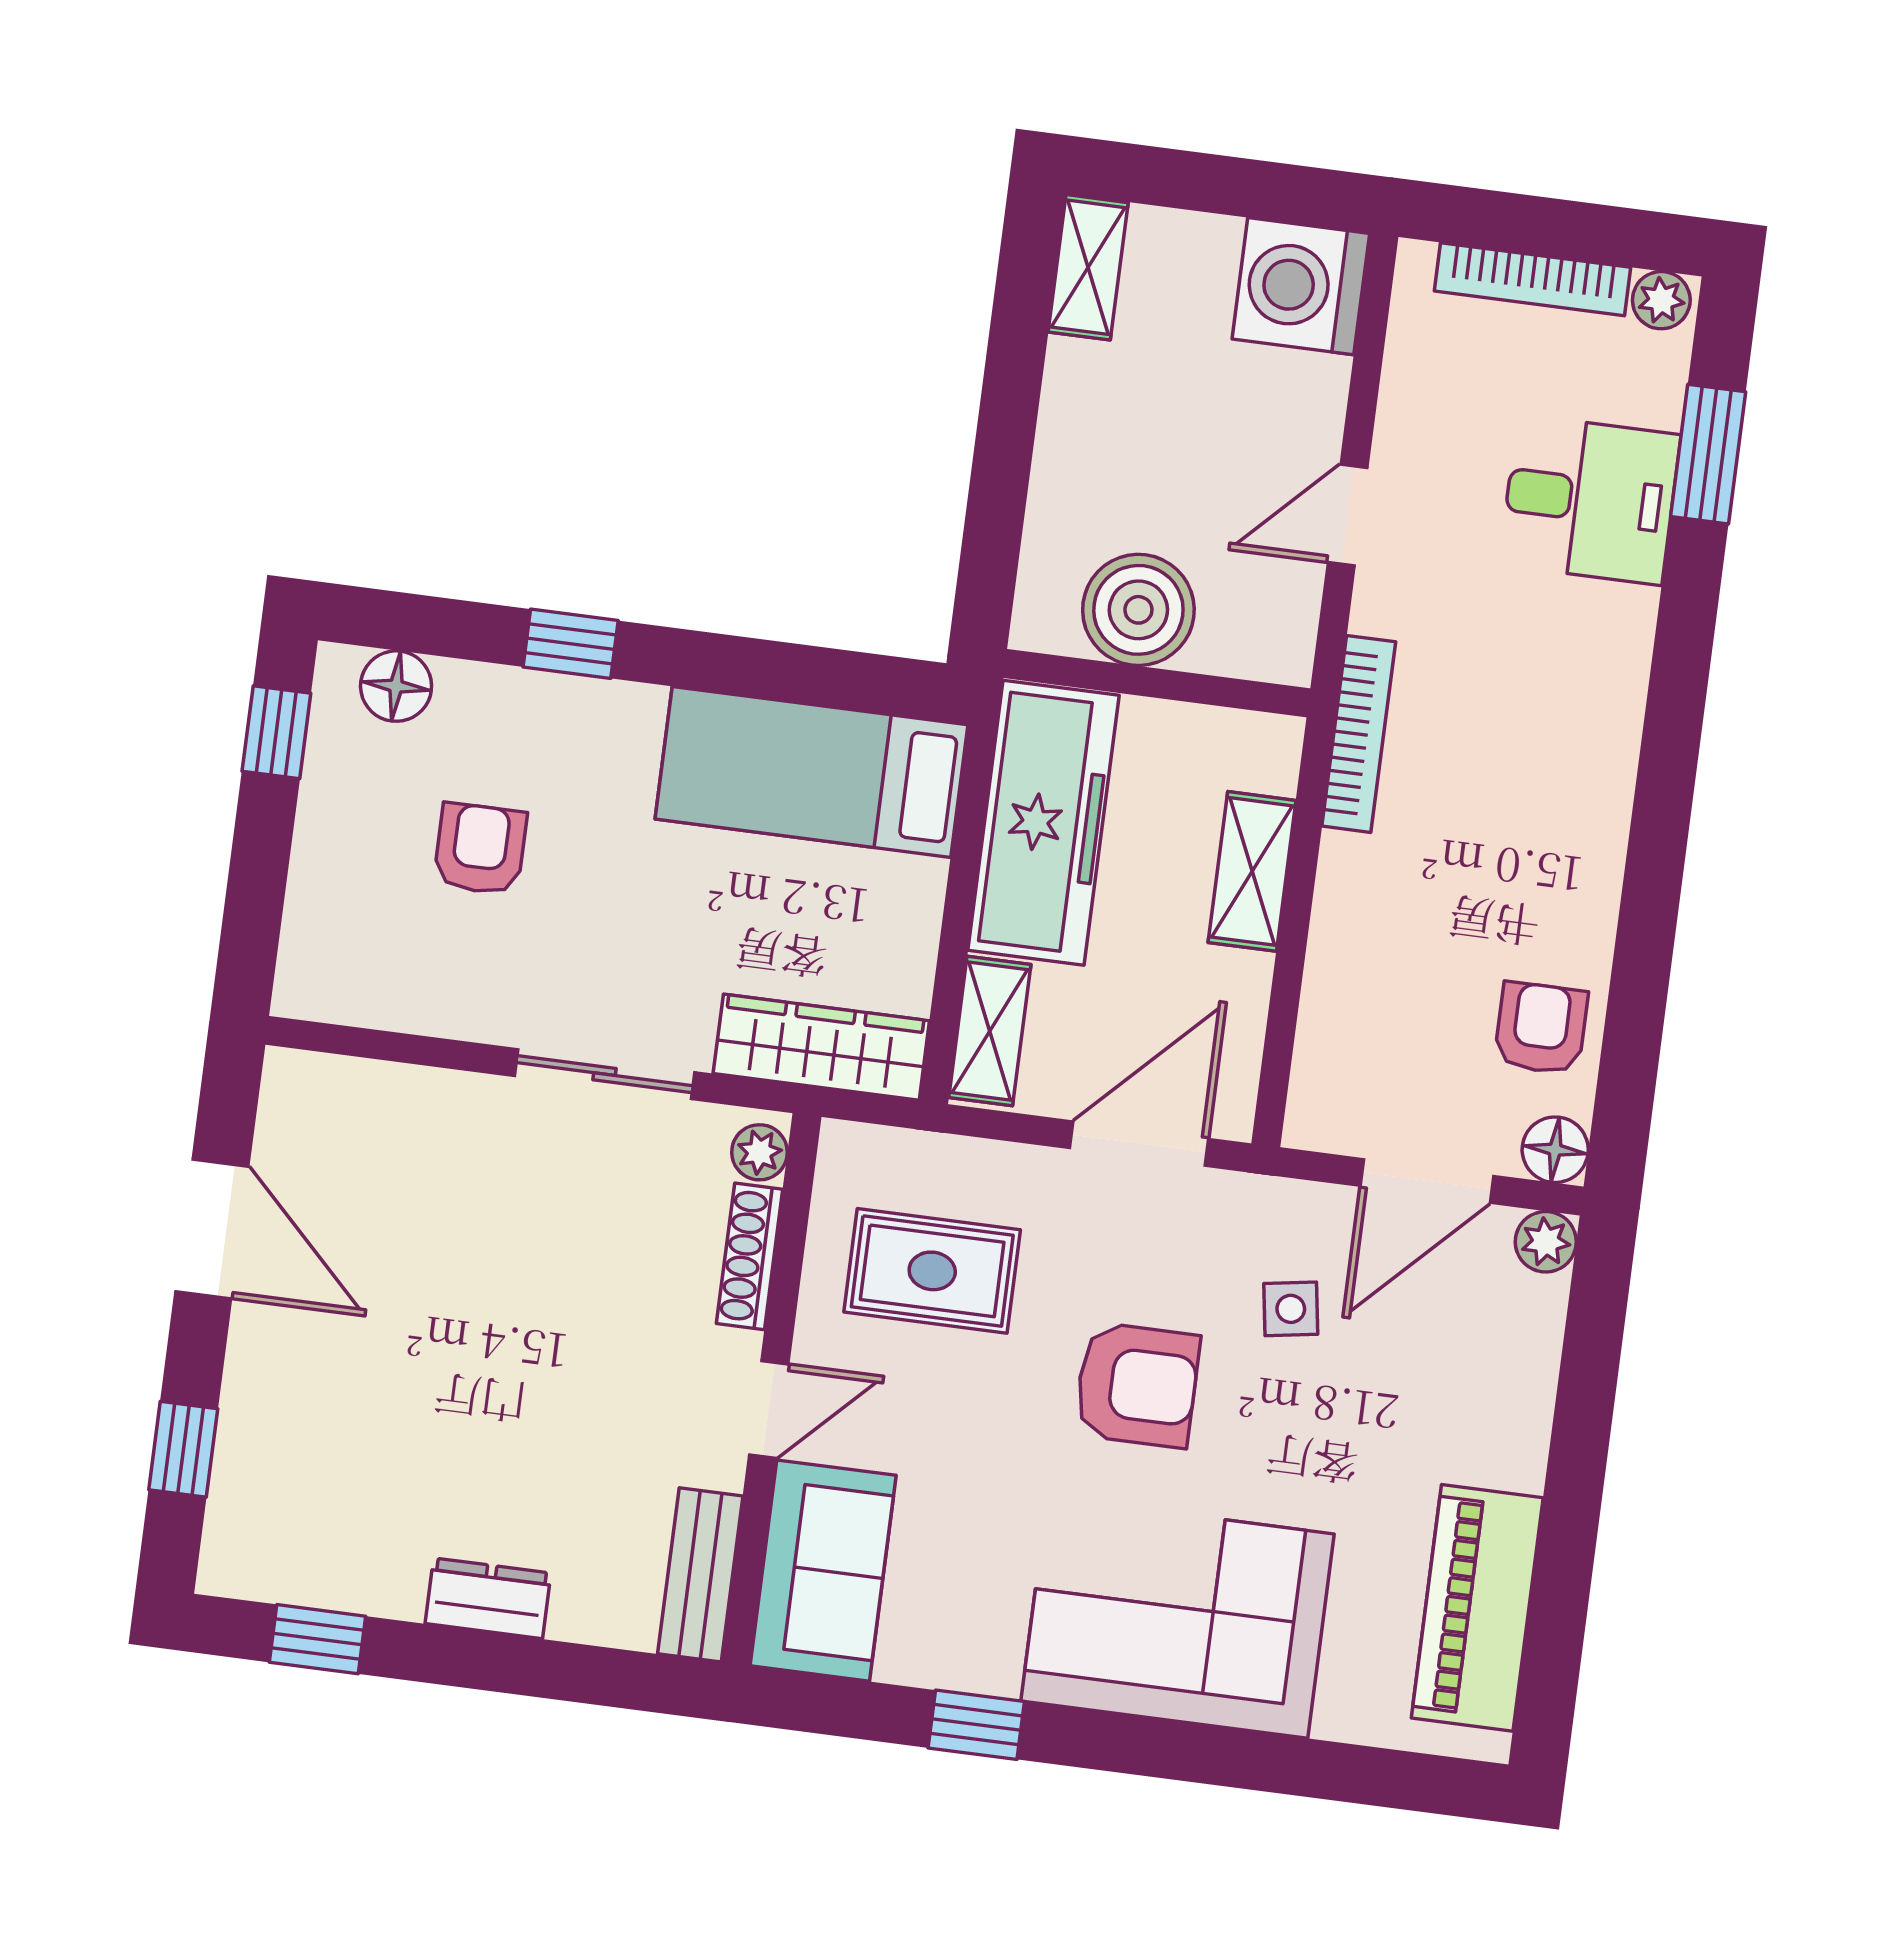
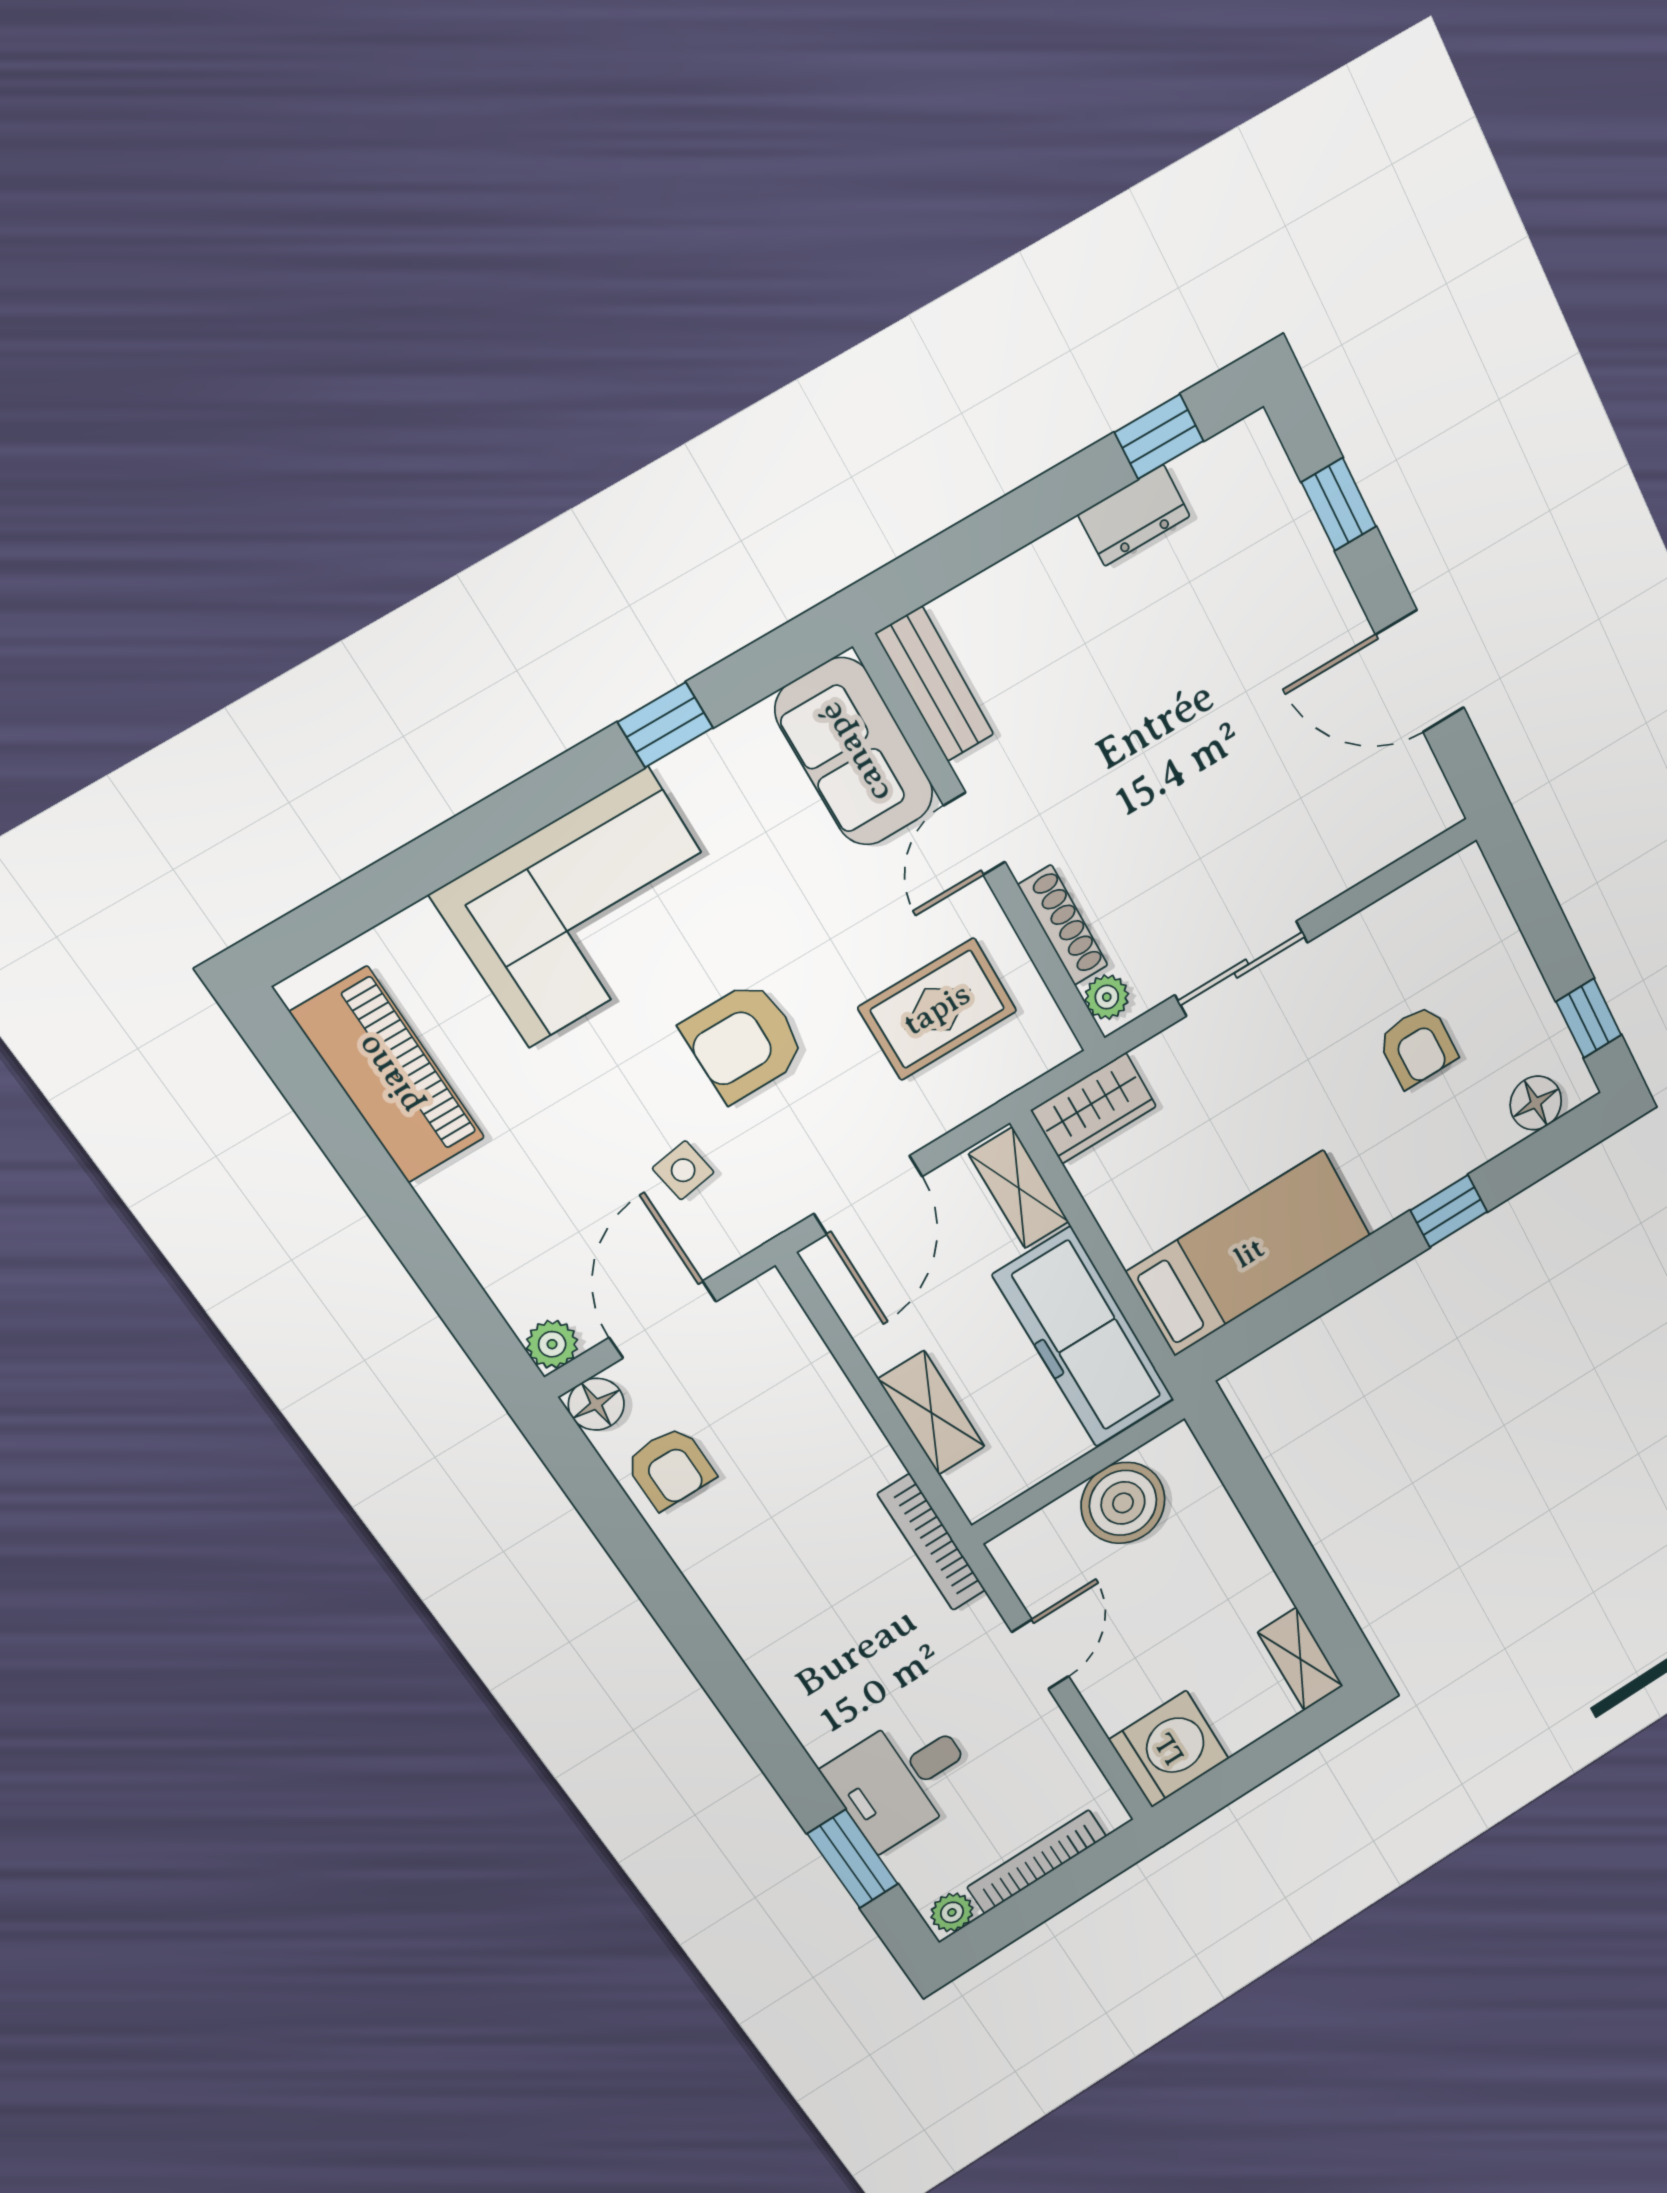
wardrobe: (821, 1047) -> (1094, 1108), width x0.67
dresser: (488, 1598) -> (1134, 515), moved

